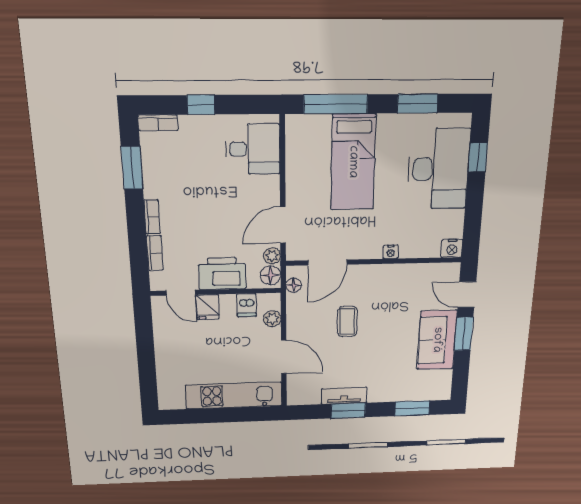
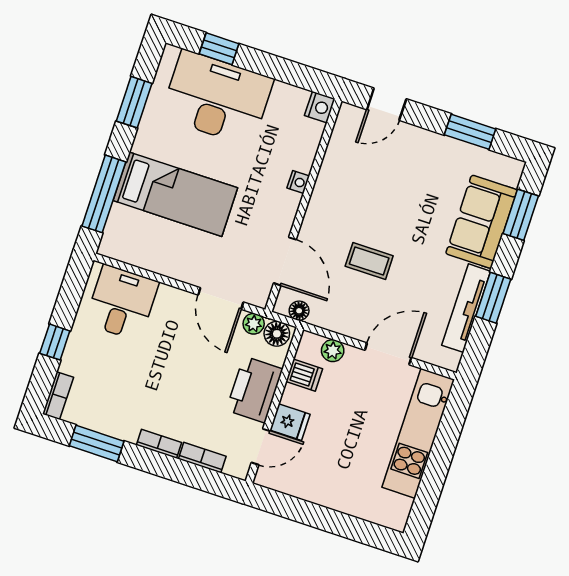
window: (464, 334) -> (470, 132), moved
sofa: (437, 340) -> (481, 222), moved, turned 90
tv unit: (344, 396) -> (466, 308), width x1.41

